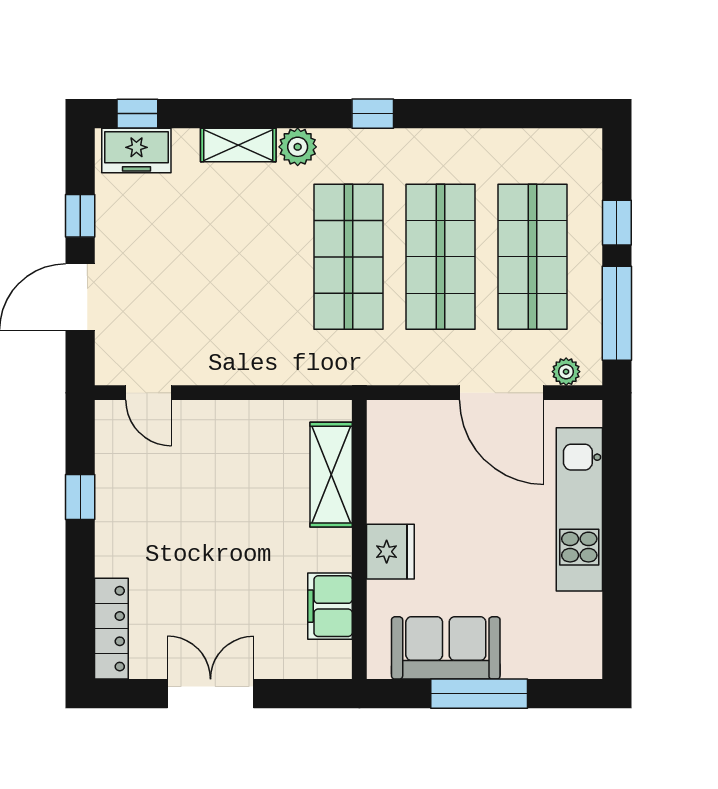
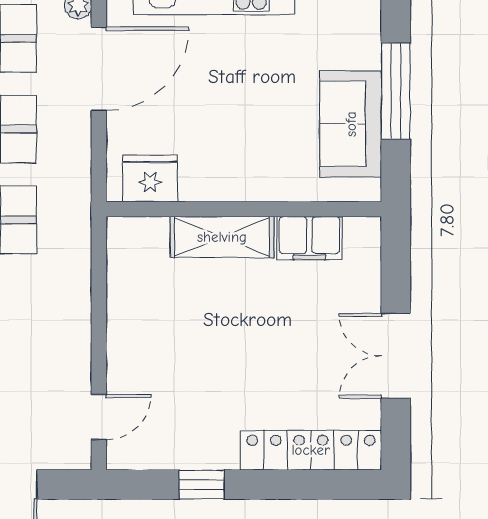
shelving: (331, 475) -> (222, 237), moved
fridge: (390, 552) -> (150, 179), moved
locker: (111, 629) -> (311, 450), width x1.41, depth x1.21

